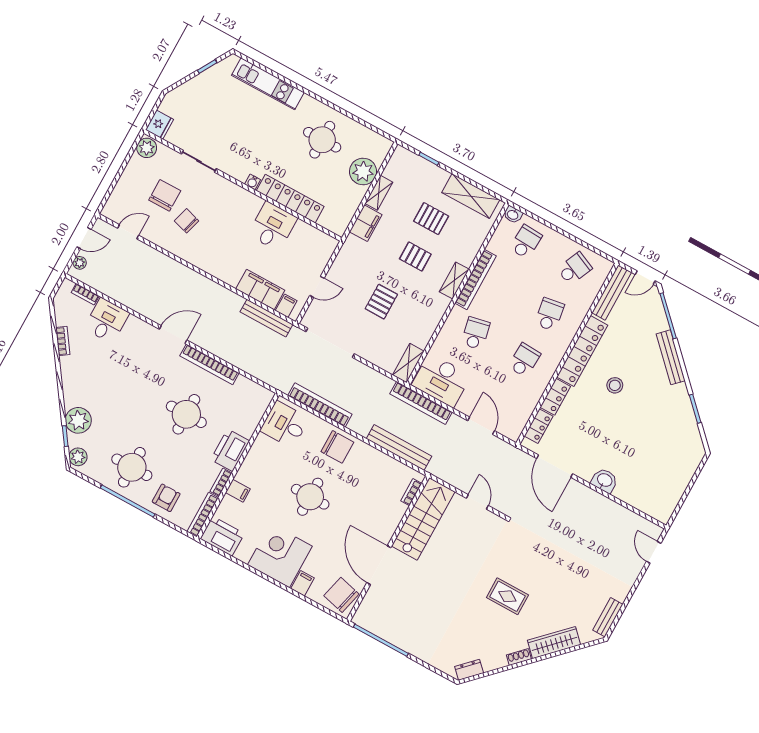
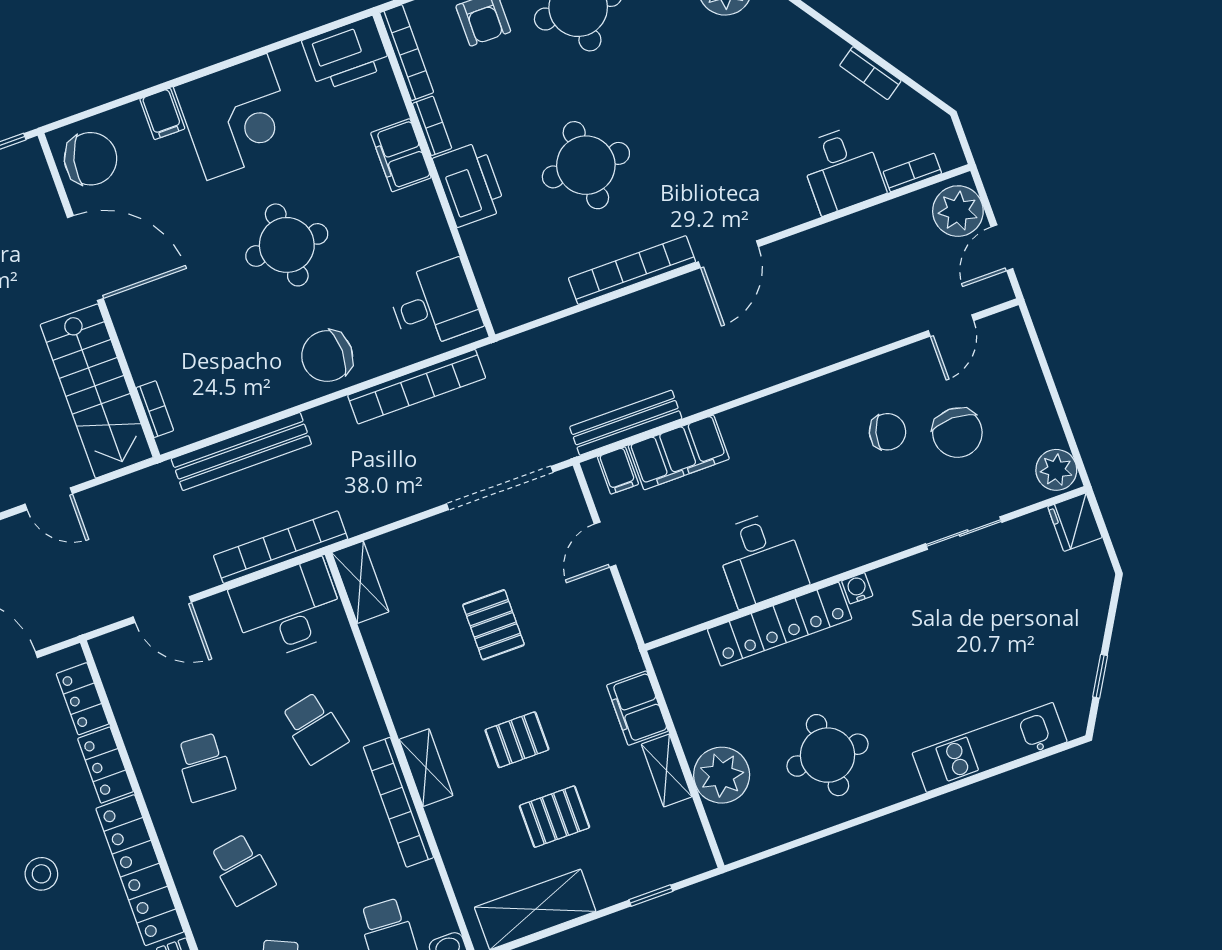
plant: (80, 263) -> (958, 211), width x1.87, depth x1.87
filing cabinet: (238, 491) -> (401, 155), width x2.00

